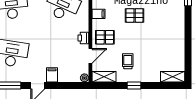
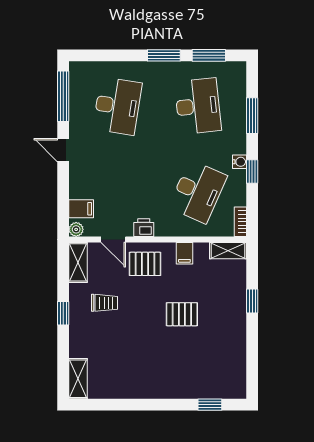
pallet: (135, 15) -> (182, 314), turned 90
pallet: (105, 37) -> (145, 264), turned 90
filing cabinet: (52, 75) -> (81, 209), moved

